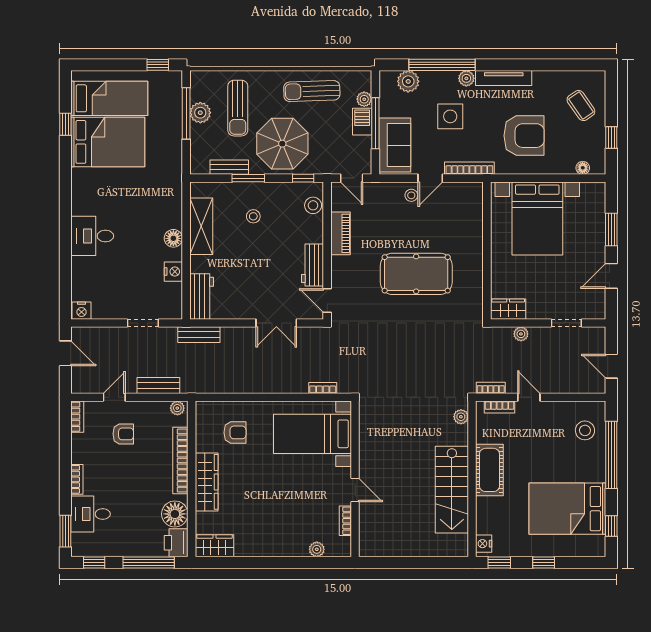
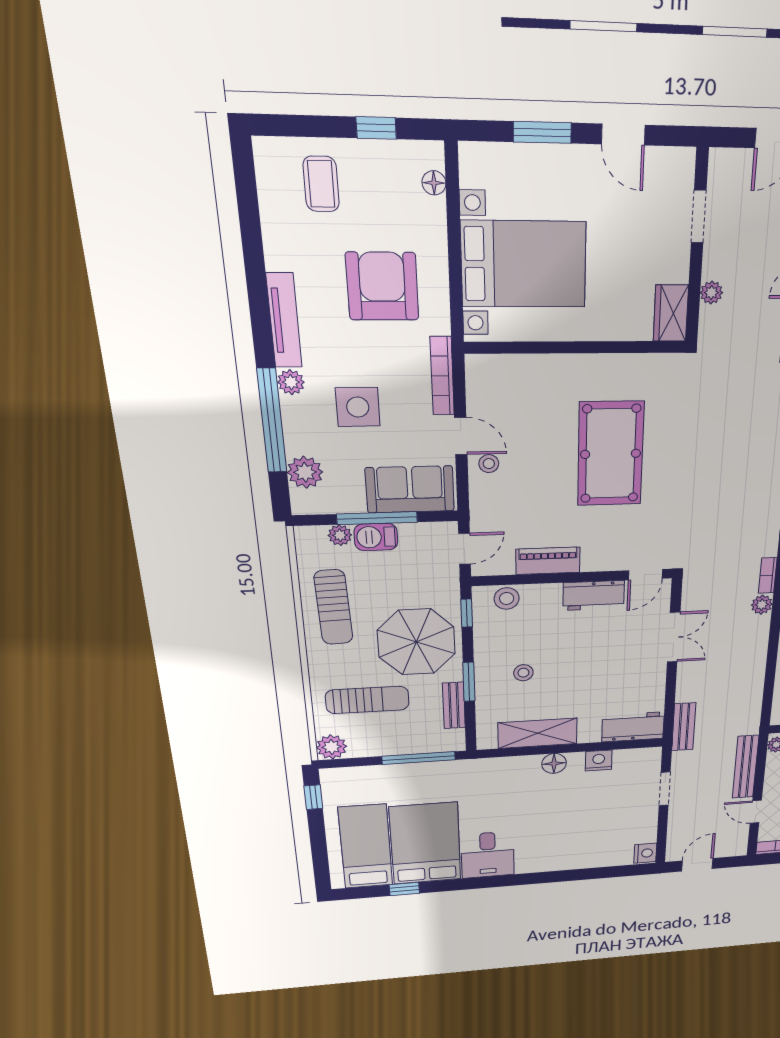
coffee table: (581, 106) -> (321, 184), turned -55
window: (186, 113) -> (419, 758), moved
plant: (200, 113) -> (332, 747), moved
desk: (92, 236) -> (488, 855), moved
bench: (158, 385) -> (746, 767), width x1.36
plant: (300, 386) -> (762, 605), added

